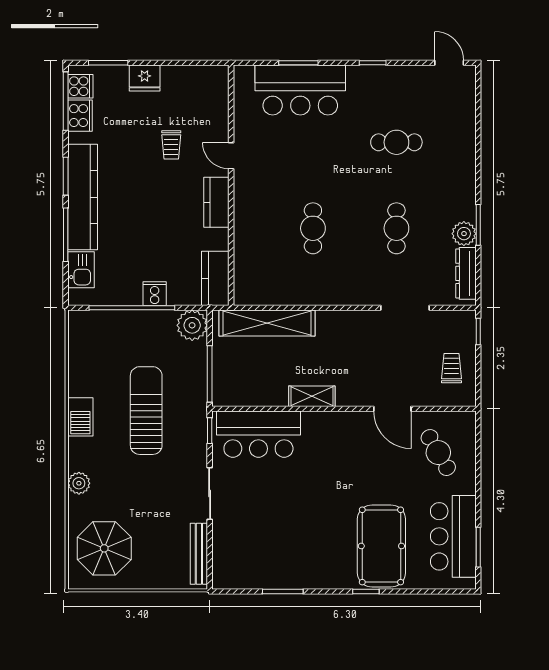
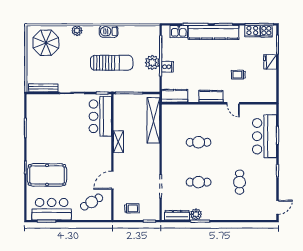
door: (231, 156) -> (233, 103), swing flipped
plant: (192, 325) -> (152, 63), moved

